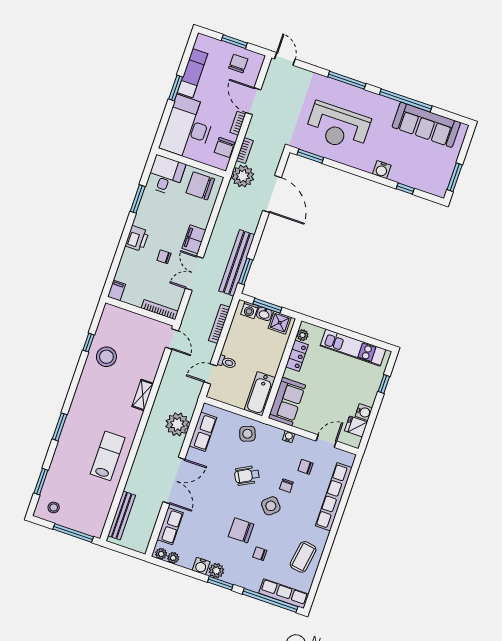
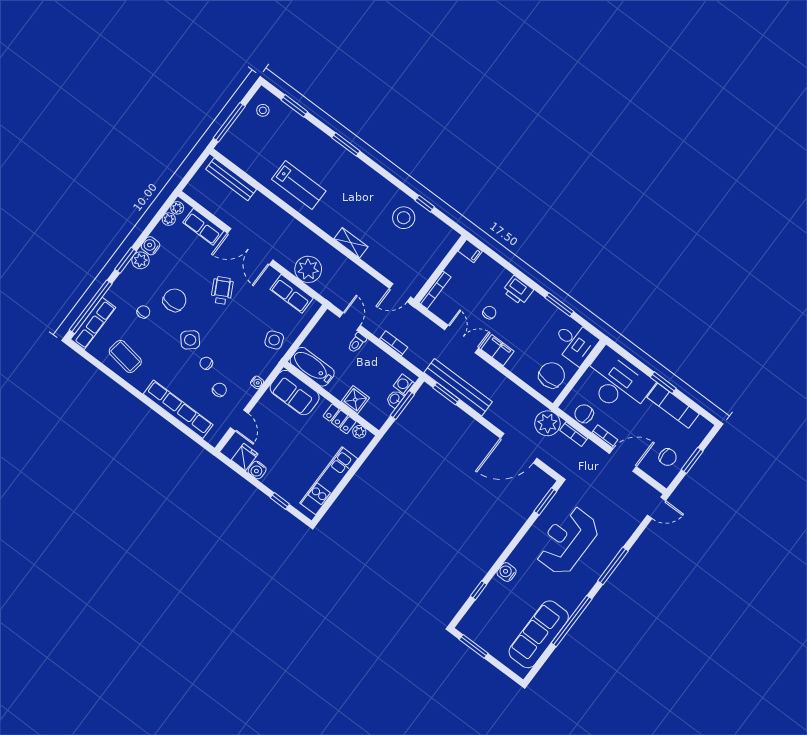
shower: (280, 323) -> (355, 400), moved
bookcase: (219, 324) -> (394, 343), width x0.64
wheelchair: (247, 475) -> (222, 290), moved

